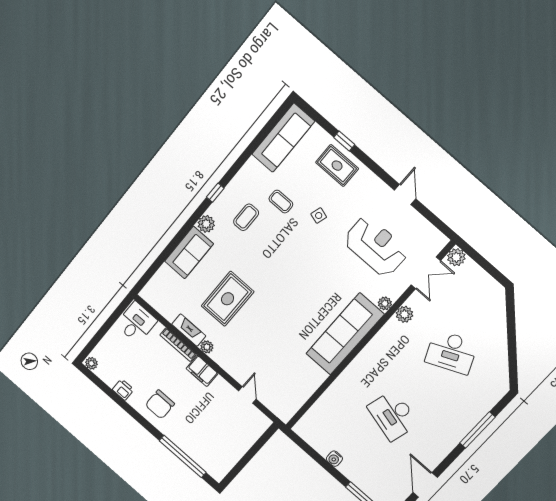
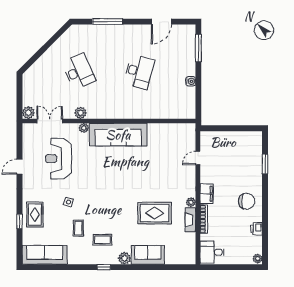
window: (183, 456) -> (265, 164), width x0.47

